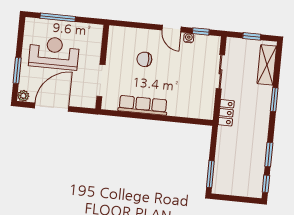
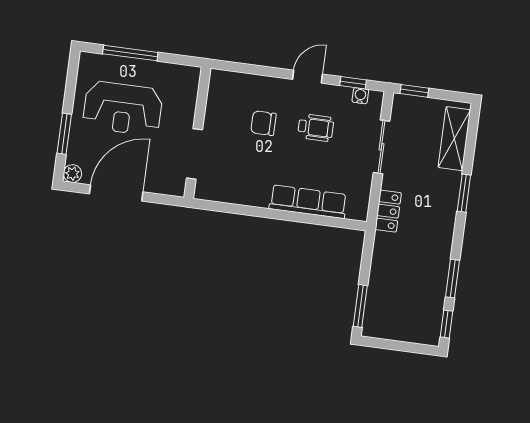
door: (172, 29) -> (308, 77), swing flipped
window: (252, 36) -> (414, 91), moved
water cooler: (189, 38) -> (360, 96), moved
reception desk: (54, 53) -> (123, 108), turned 180
wheelchair: (178, 61) -> (316, 128), added
row of seats: (143, 105) -> (308, 202), moved

